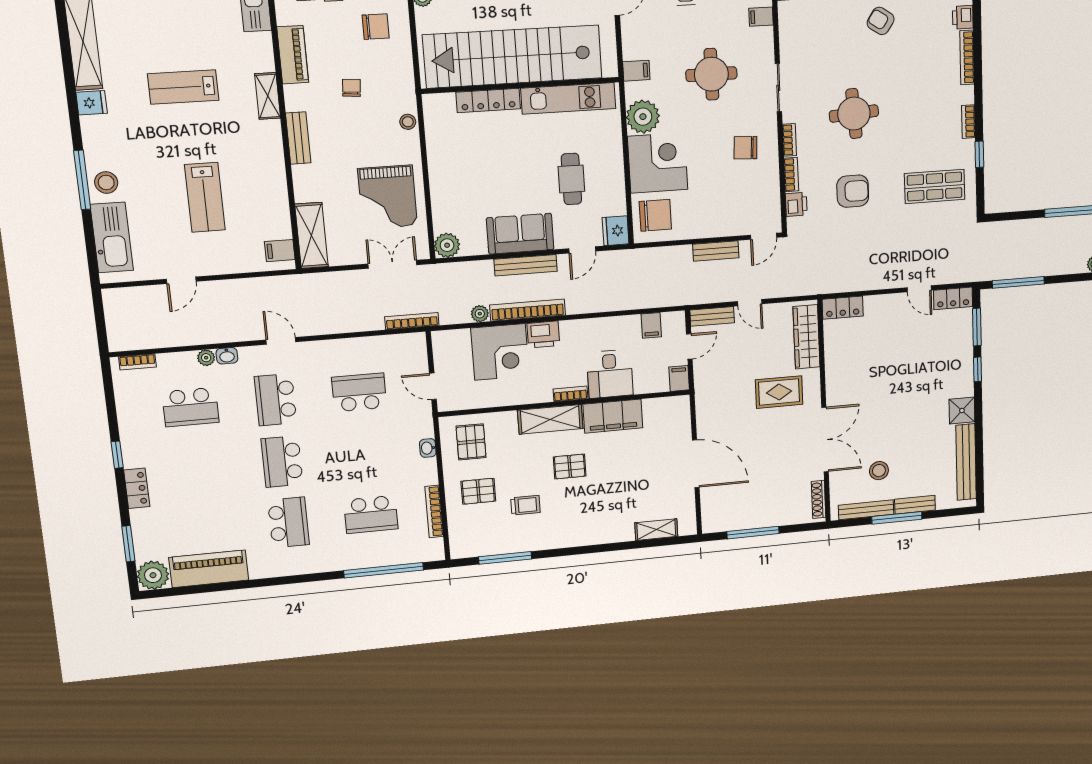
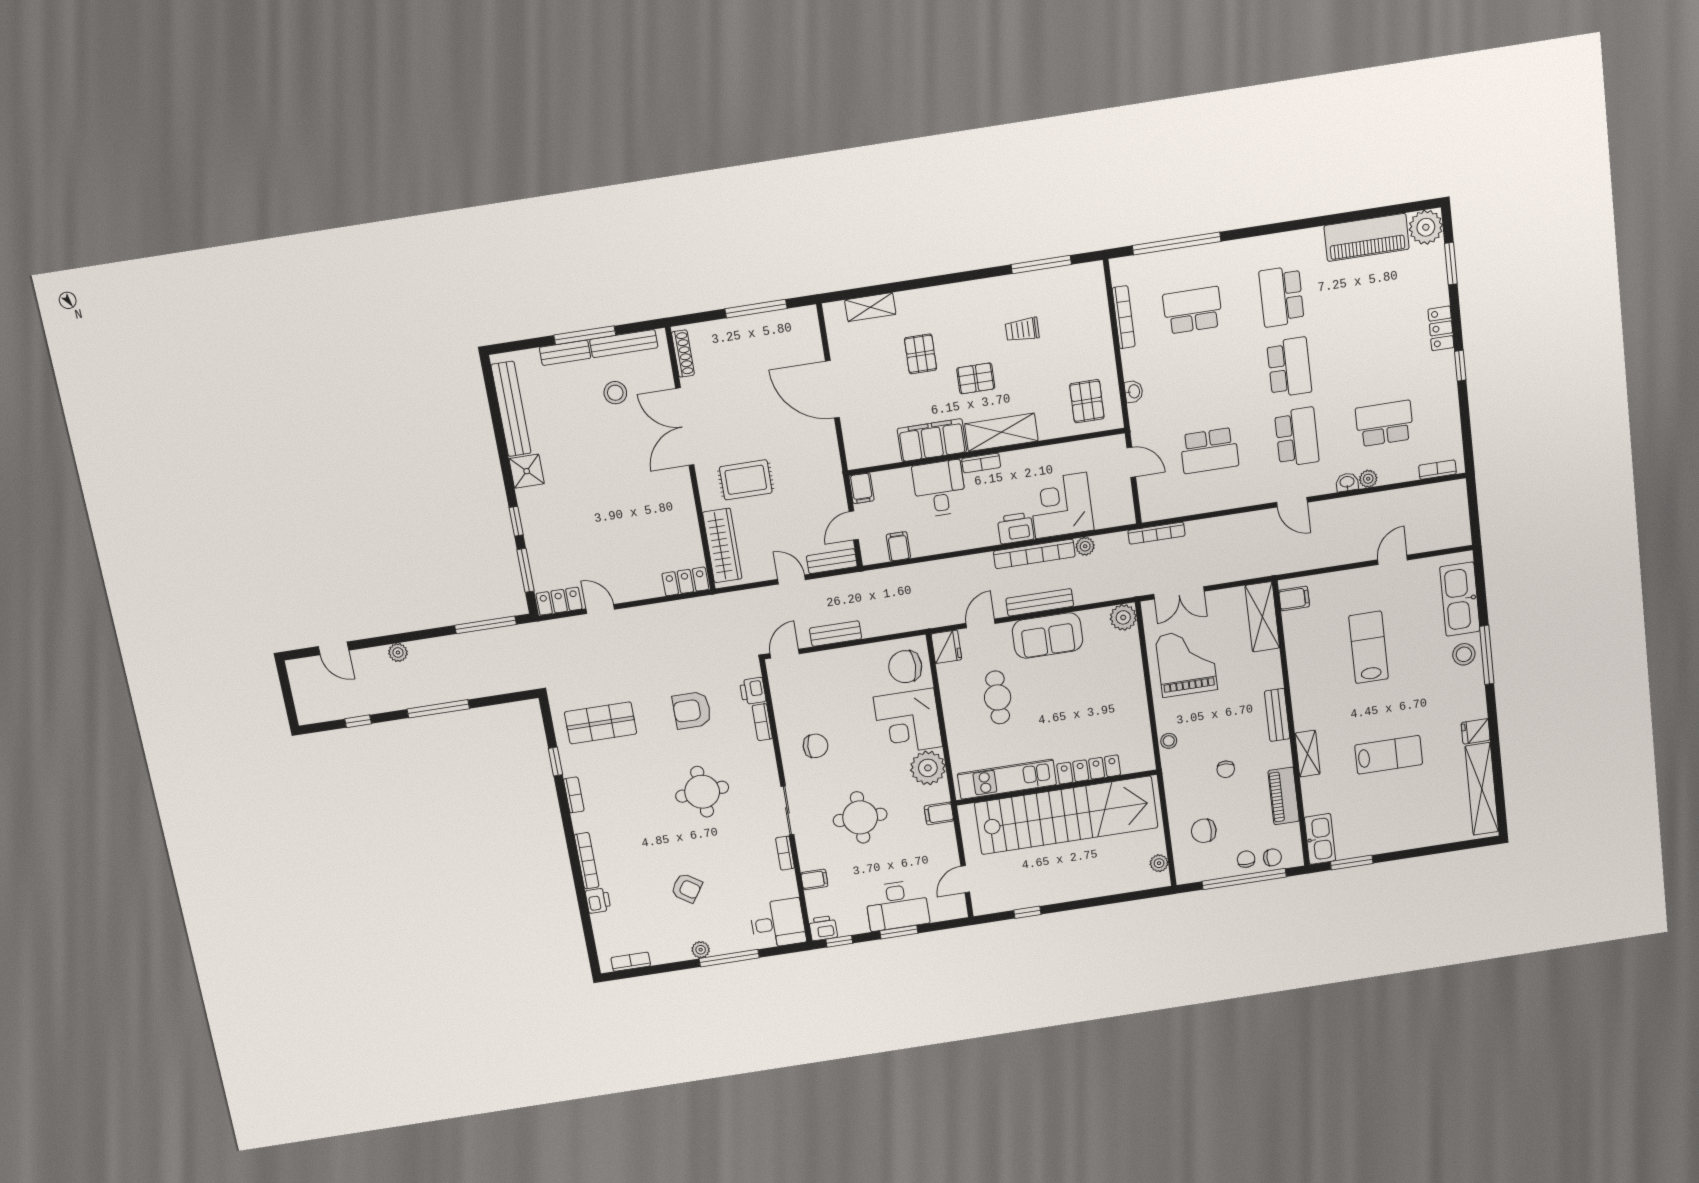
bookcase: (789, 140) -> (785, 853), moved
pallet: (478, 491) -> (920, 354), moved, turned 90

